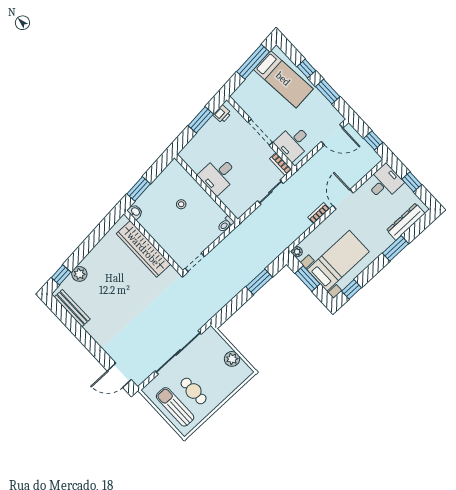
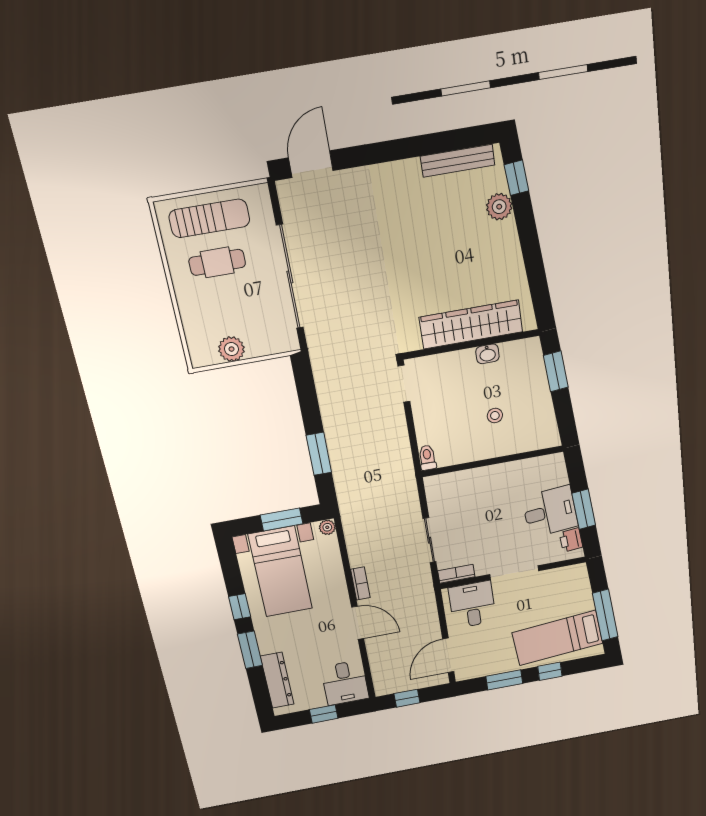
desk: (218, 175) -> (550, 512), moved, turned 85
washbasin: (135, 212) -> (488, 354), moved
window: (351, 289) -> (240, 607), moved

